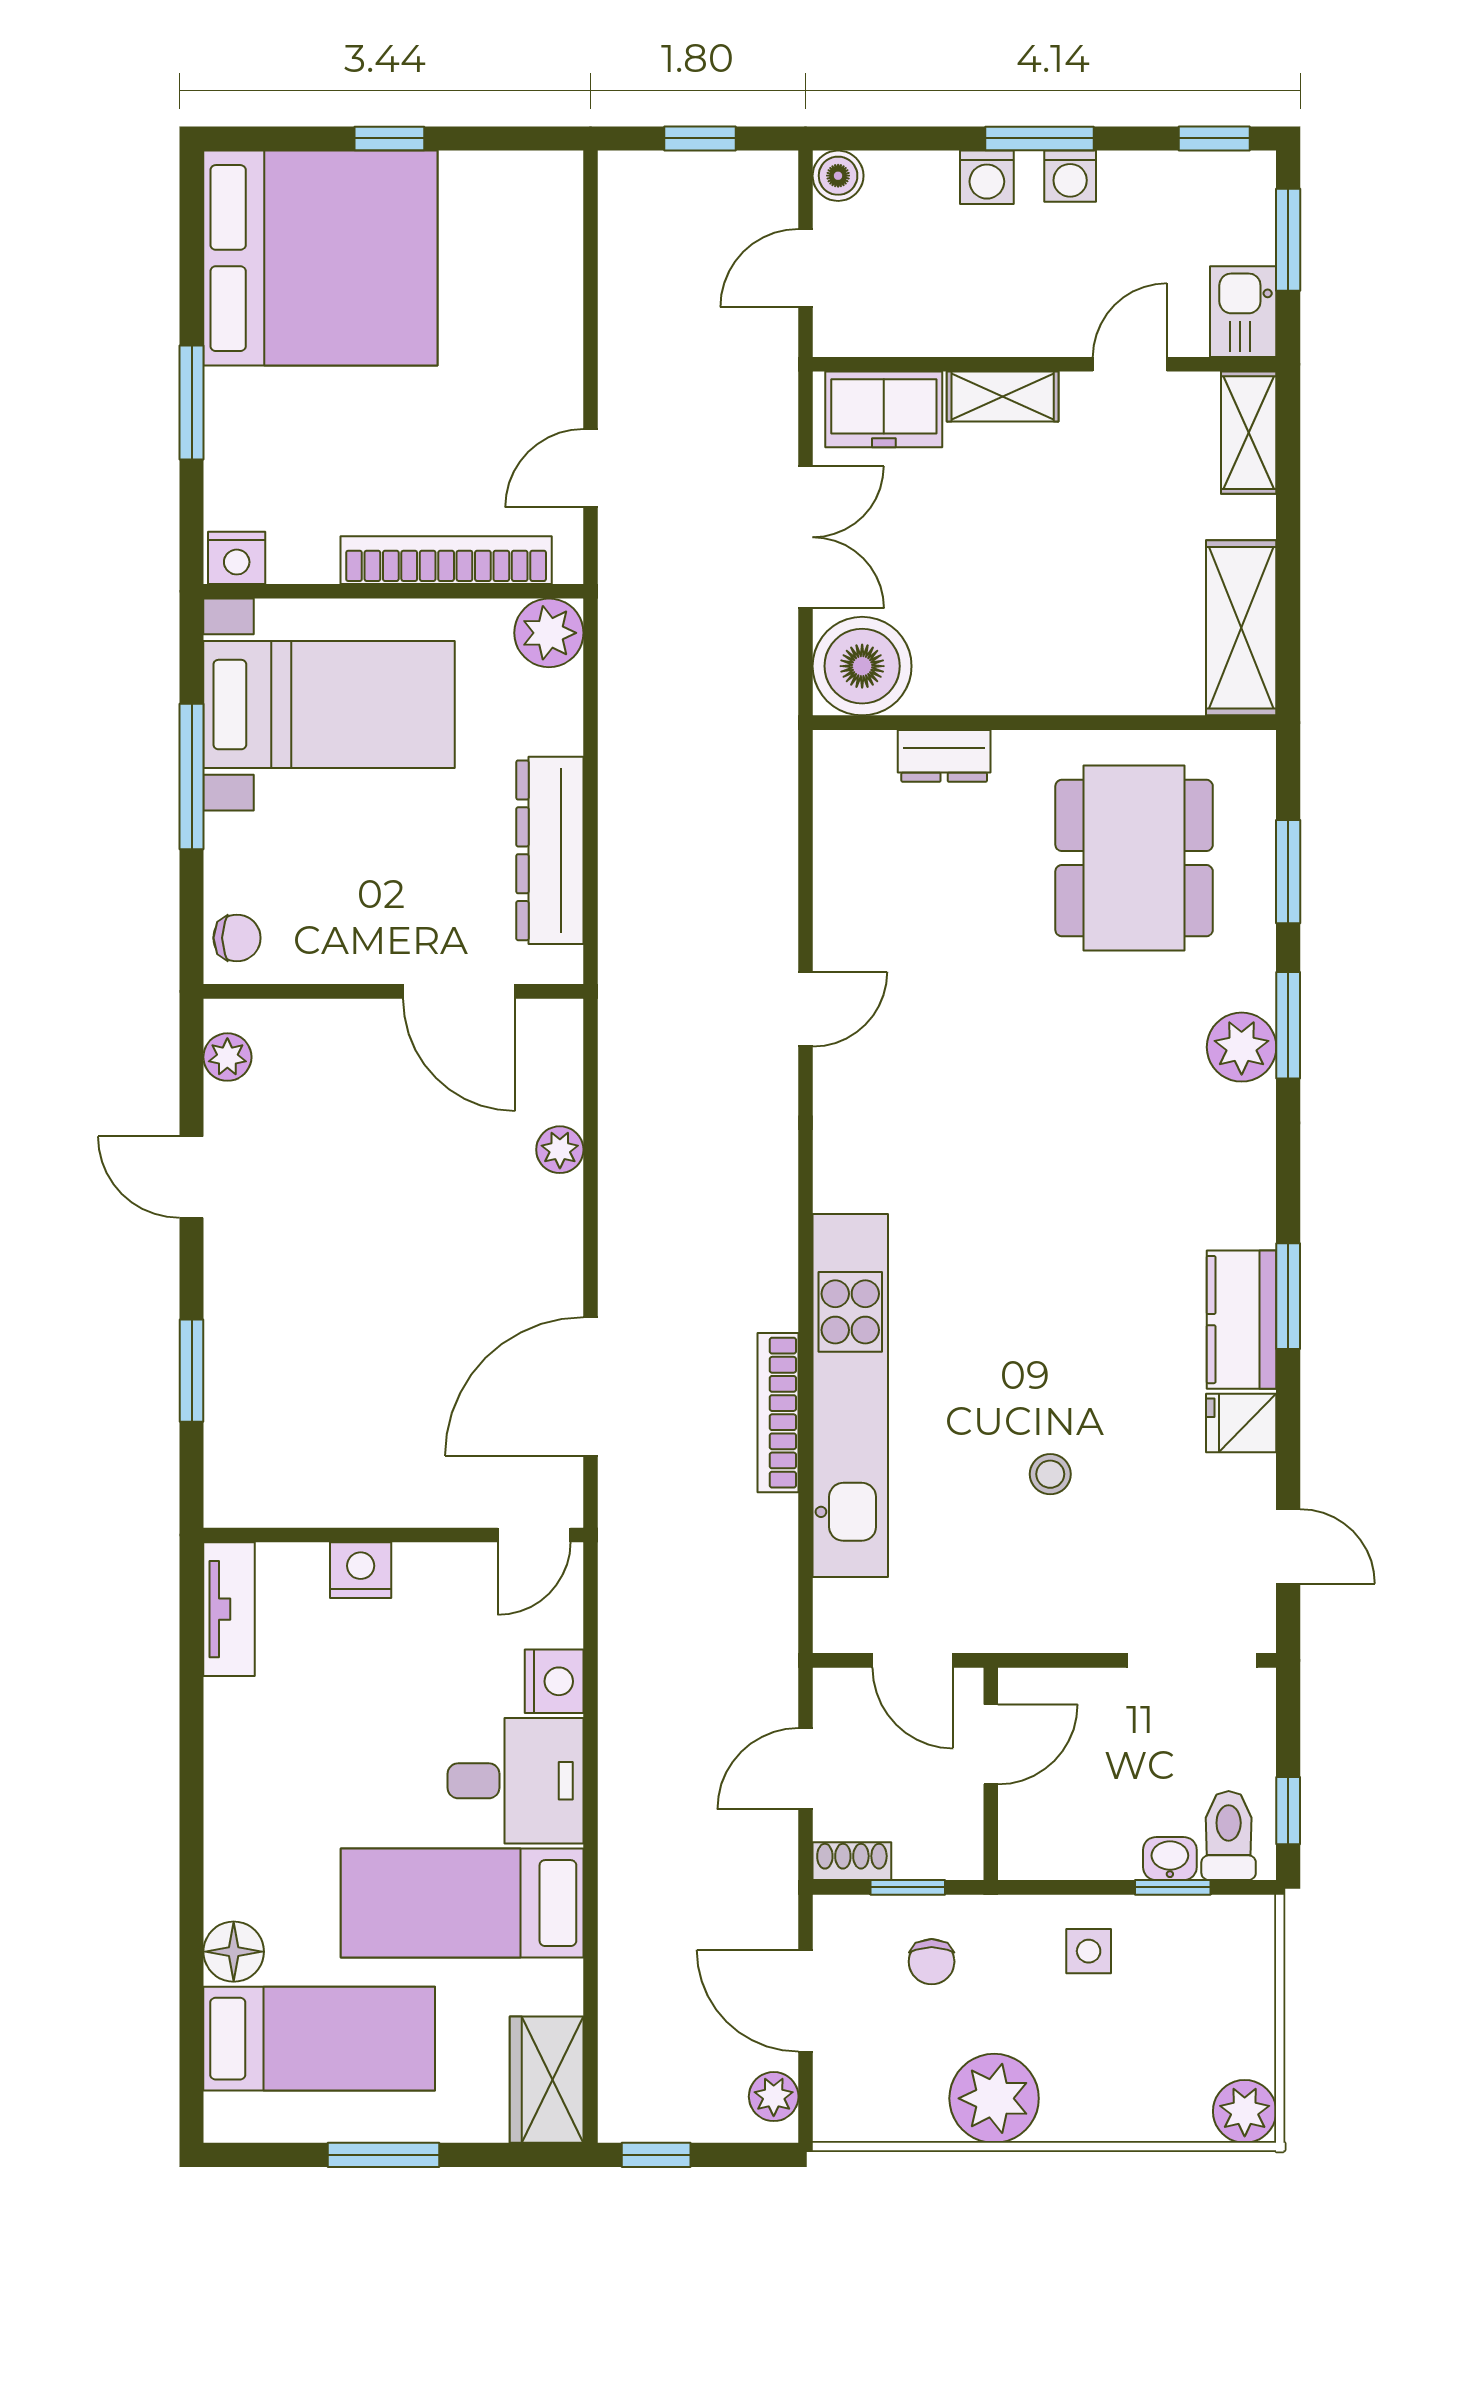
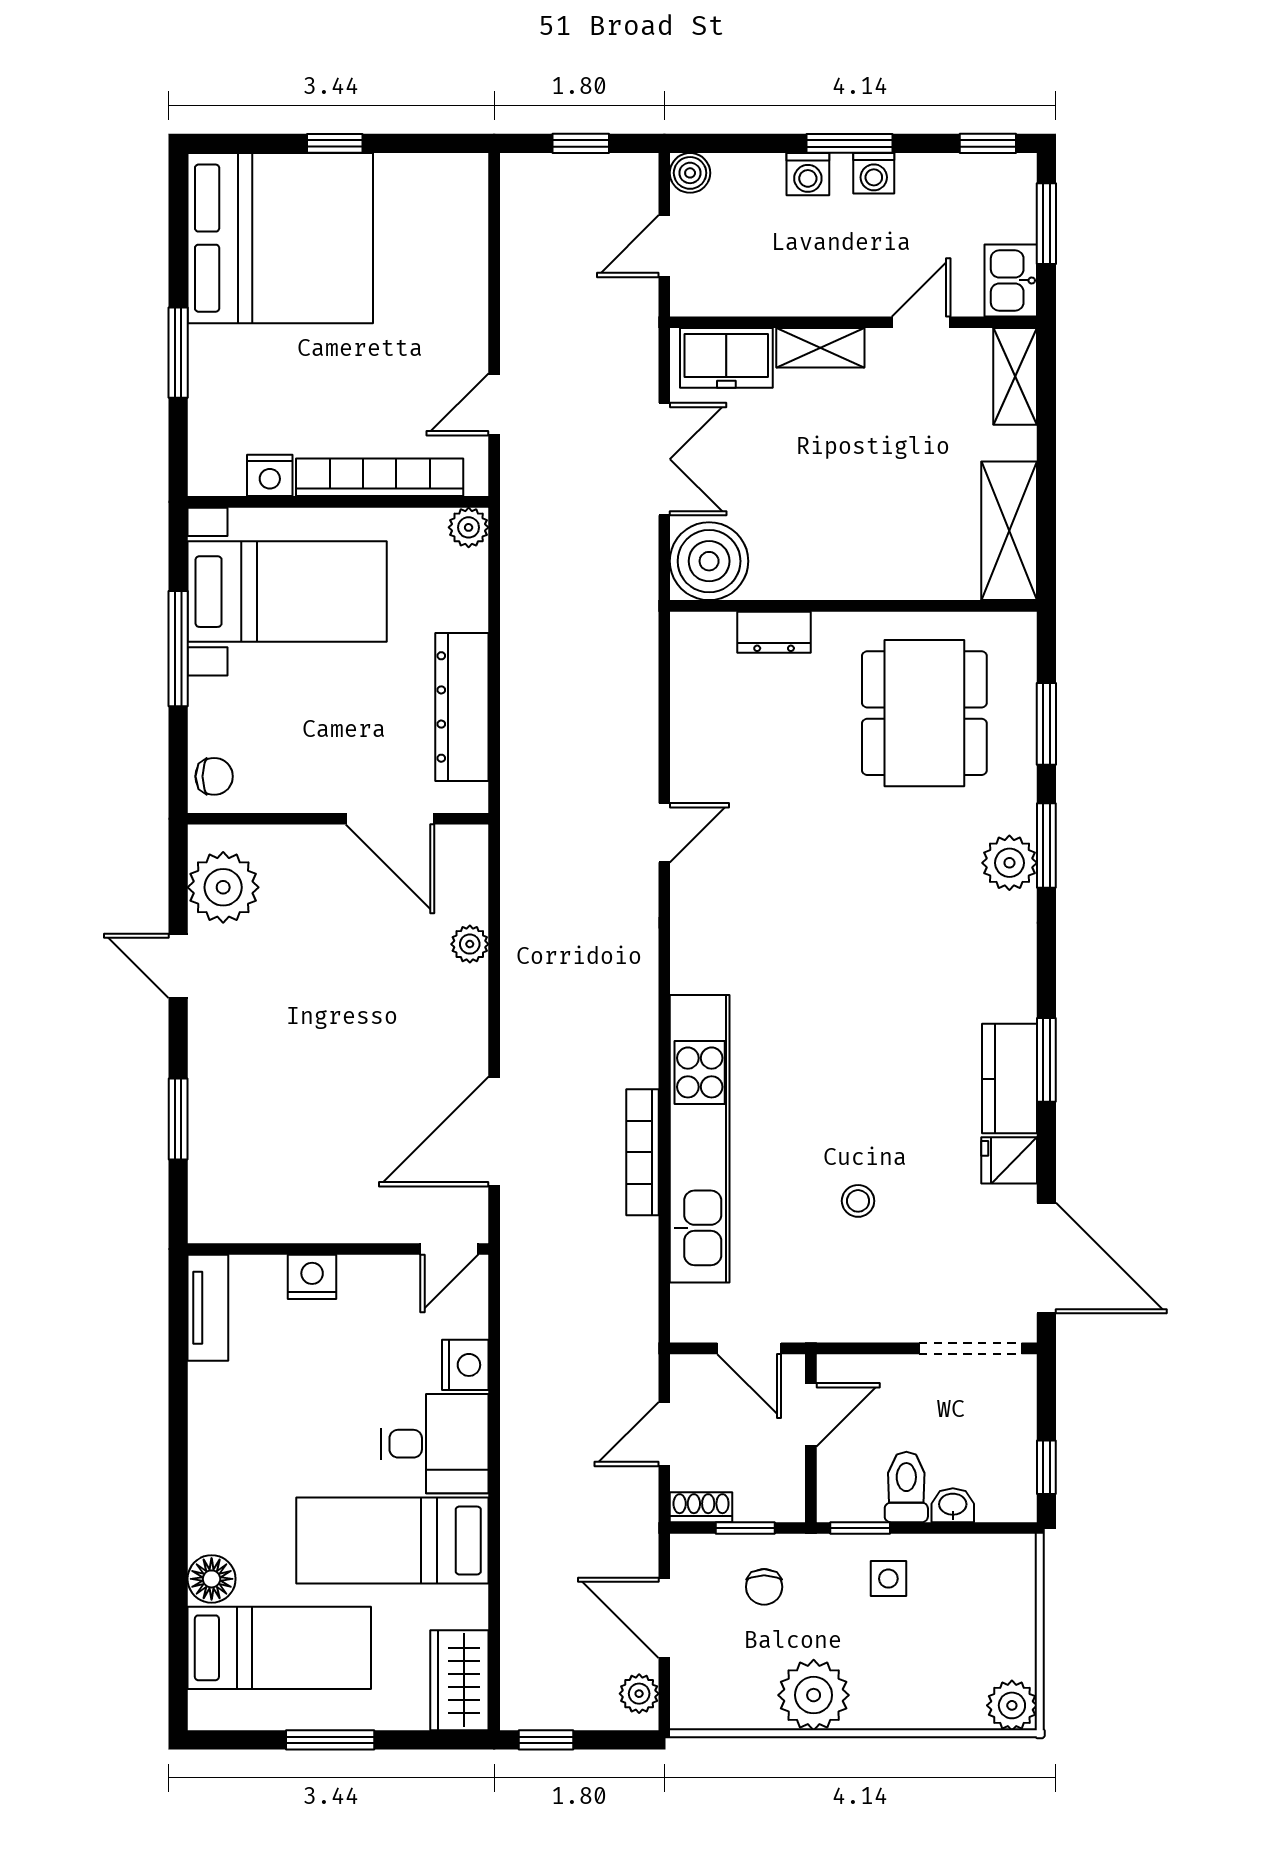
nightstand: (237, 558) -> (270, 475), moved
plant: (549, 633) -> (469, 527), width x0.73, depth x0.73
plant: (227, 1057) -> (223, 887), width x1.87, depth x1.87
door: (1288, 1546) -> (1046, 1258), width x1.87
toilet: (1229, 1836) -> (906, 1487), moved
window: (1173, 1887) -> (860, 1528), moved

